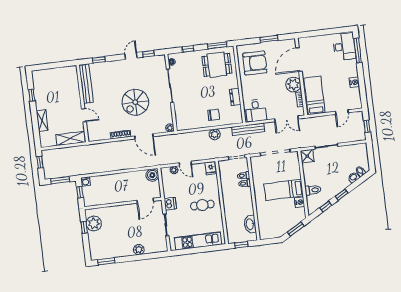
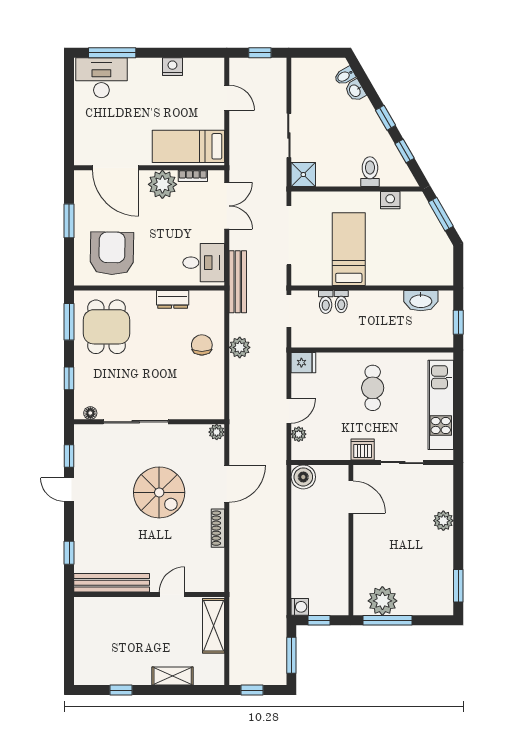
bed: (284, 190) -> (349, 249), moved, turned 180
window: (84, 227) -> (388, 620), width x2.17

